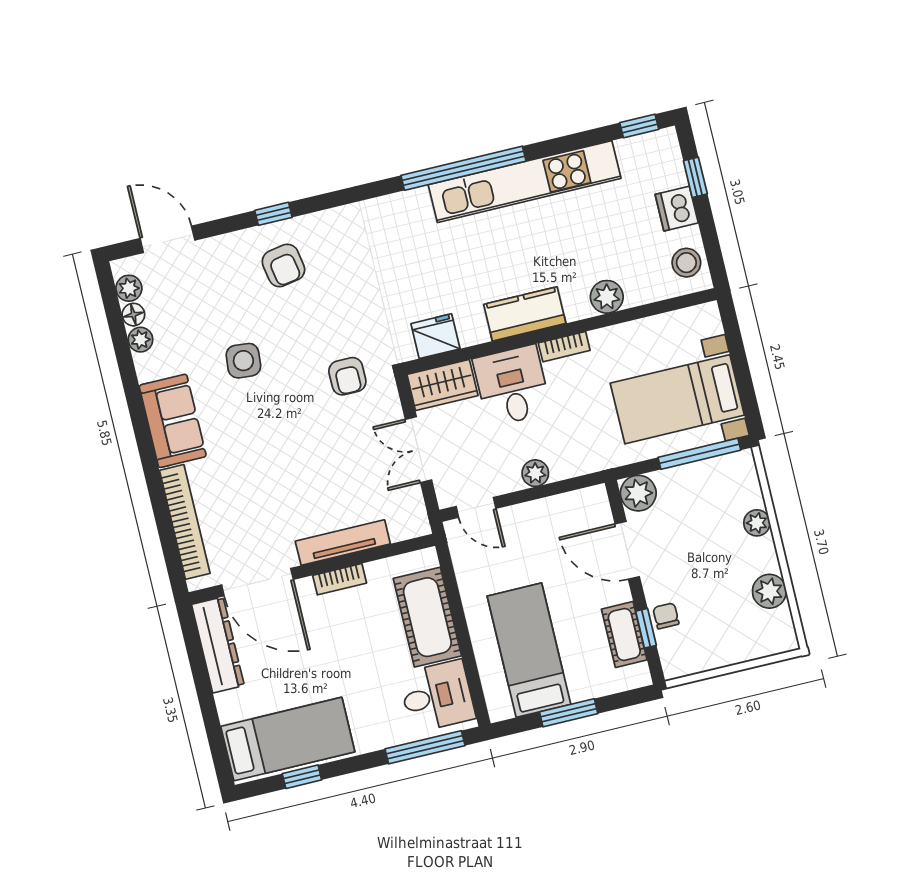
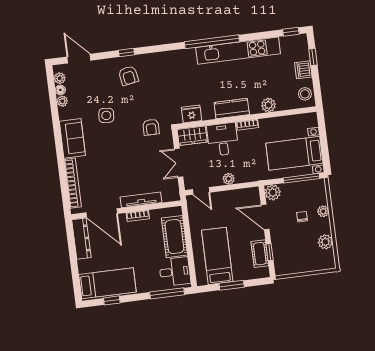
chair: (666, 616) -> (302, 217), moved

